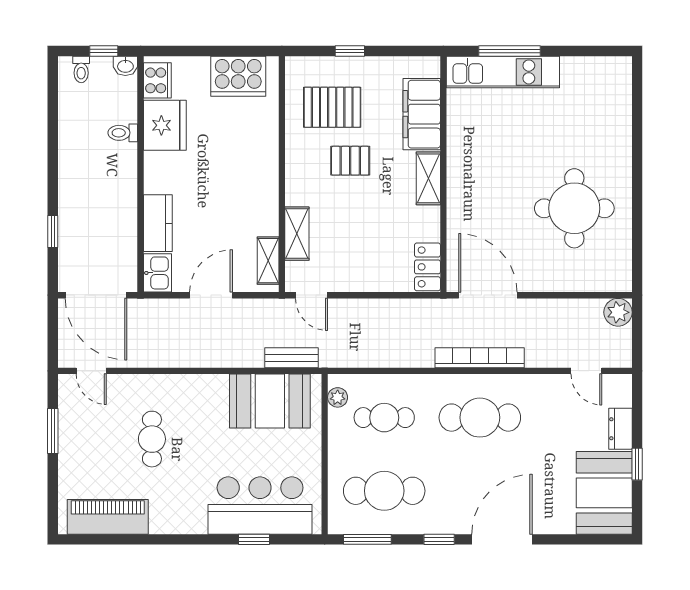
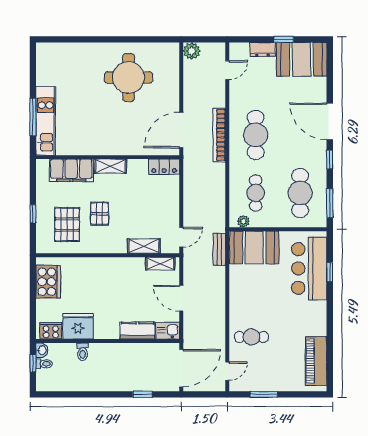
toilet: (81, 69) -> (44, 364), moved
booth: (270, 401) -> (254, 247), moved, turned 90
cafe table: (152, 439) -> (251, 337), moved

